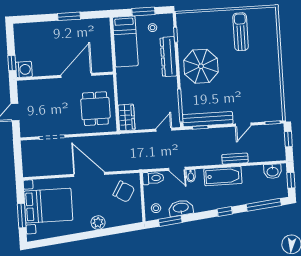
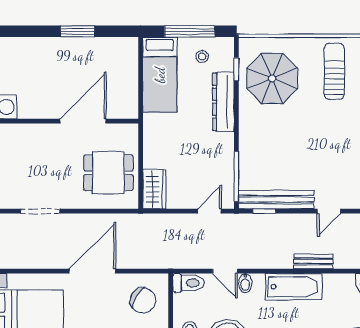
window: (143, 11) -> (190, 31), width x1.44
parasol: (201, 66) -> (272, 78), moved
dining table: (95, 109) -> (108, 173), turned 90
door: (89, 174) -> (92, 271), hinge flipped

